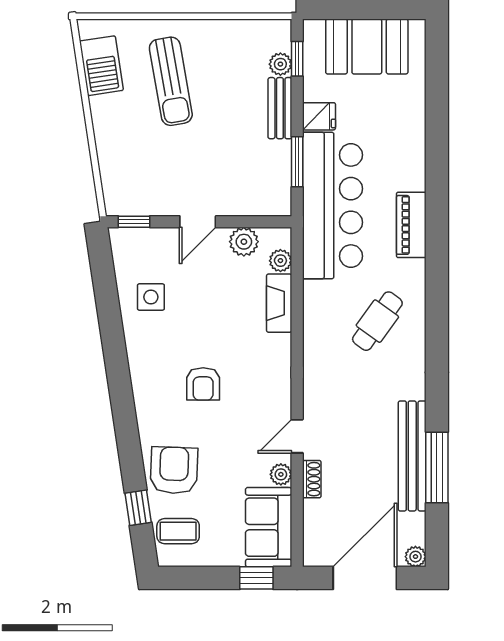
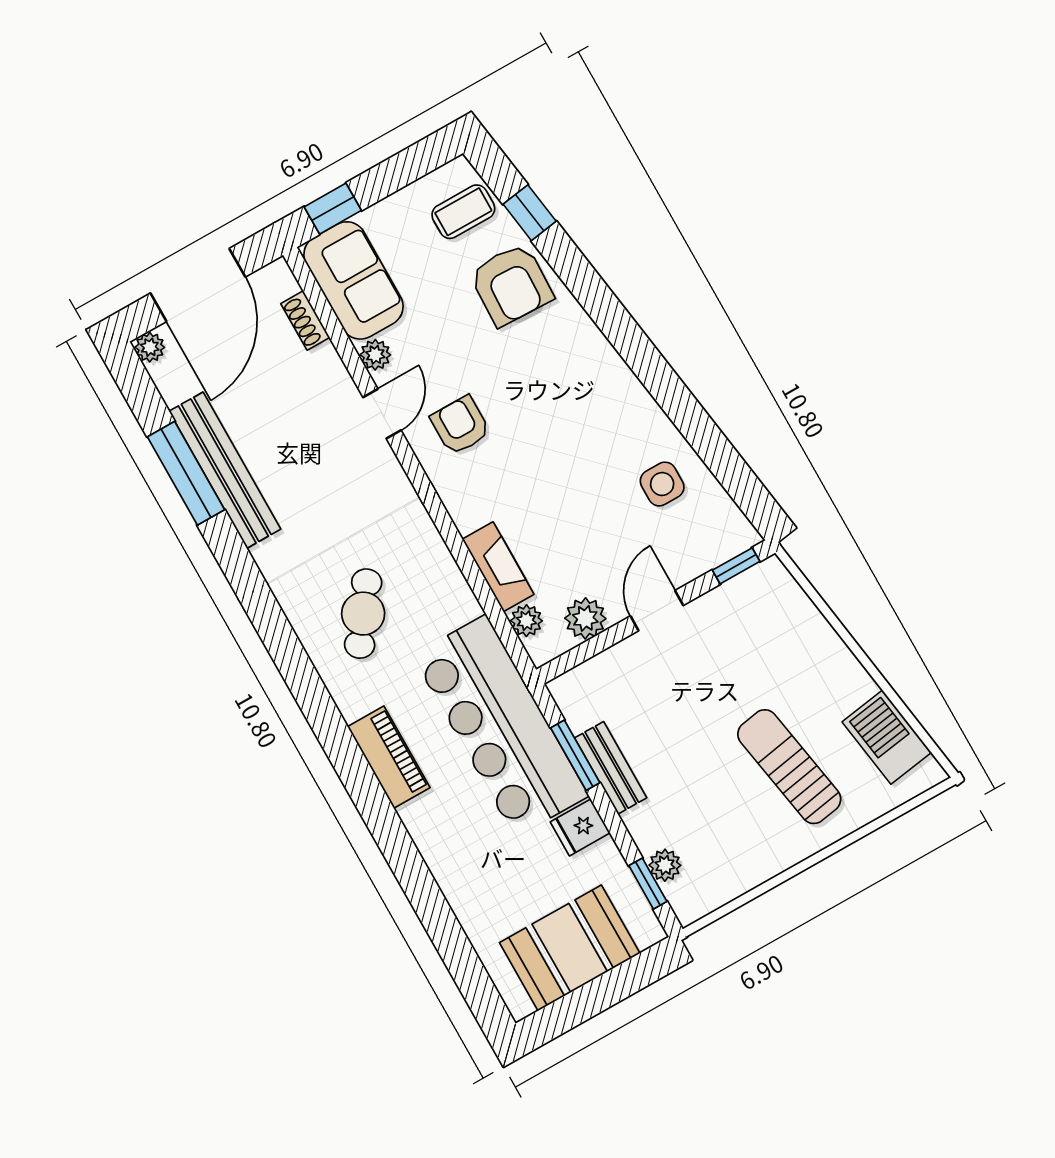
bench: (280, 108) -> (611, 768), moved
armchair: (203, 384) -> (460, 425), moved
shoe rack: (312, 479) -> (305, 320), moved

